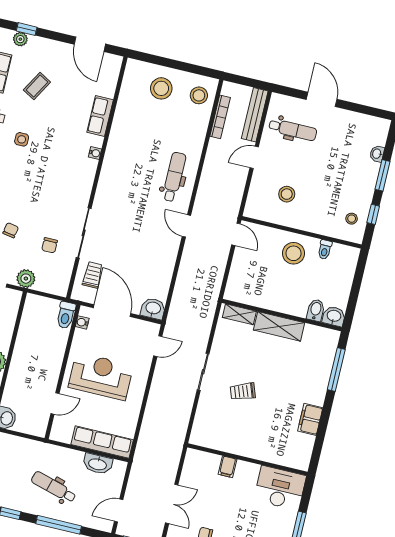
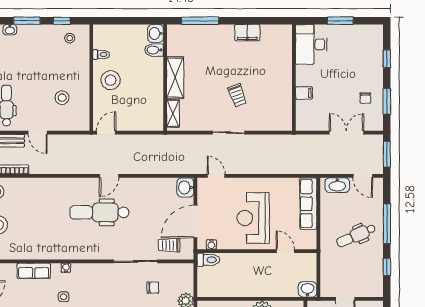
side table: (63, 143) -> (64, 297), added
dental chair: (174, 177) -> (99, 212), moved, width x1.36, depth x1.38
washbasin: (98, 464) -> (337, 185), moved, turned 90
dental chair: (54, 487) -> (356, 236), turned 50

